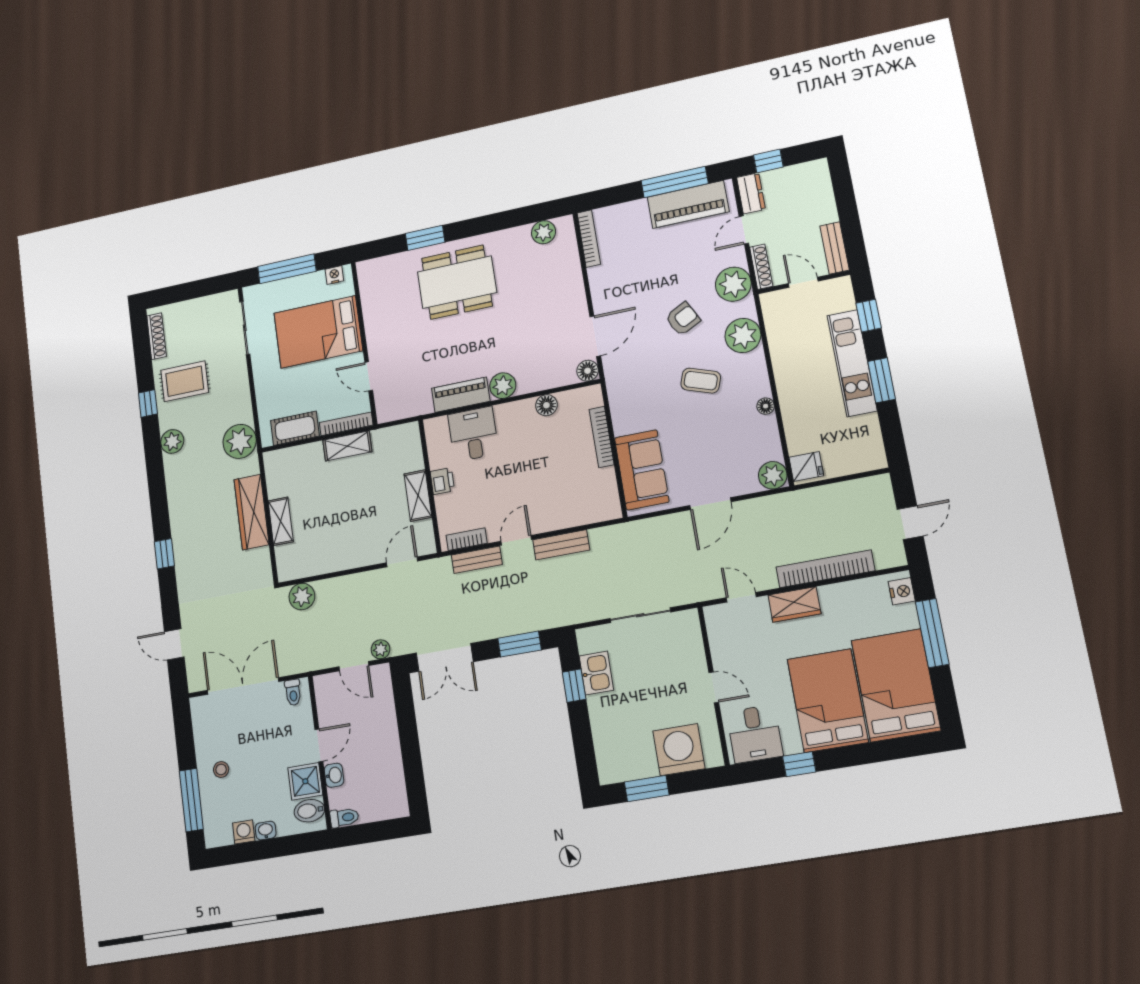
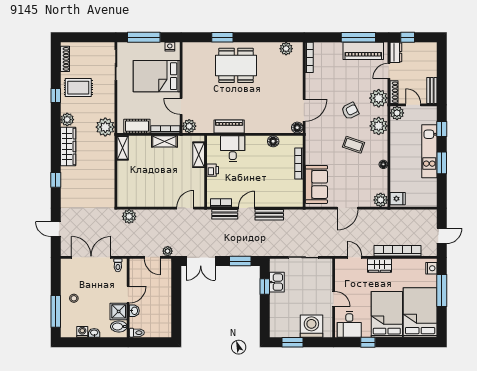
plant: (774, 304) -> (397, 113), added
plant: (503, 386) -> (189, 126), moved
shelving: (418, 496) -> (199, 155), moved
wardrobe: (252, 512) -> (68, 146), moved, turned 180
shelving: (281, 521) -> (123, 148), moved

